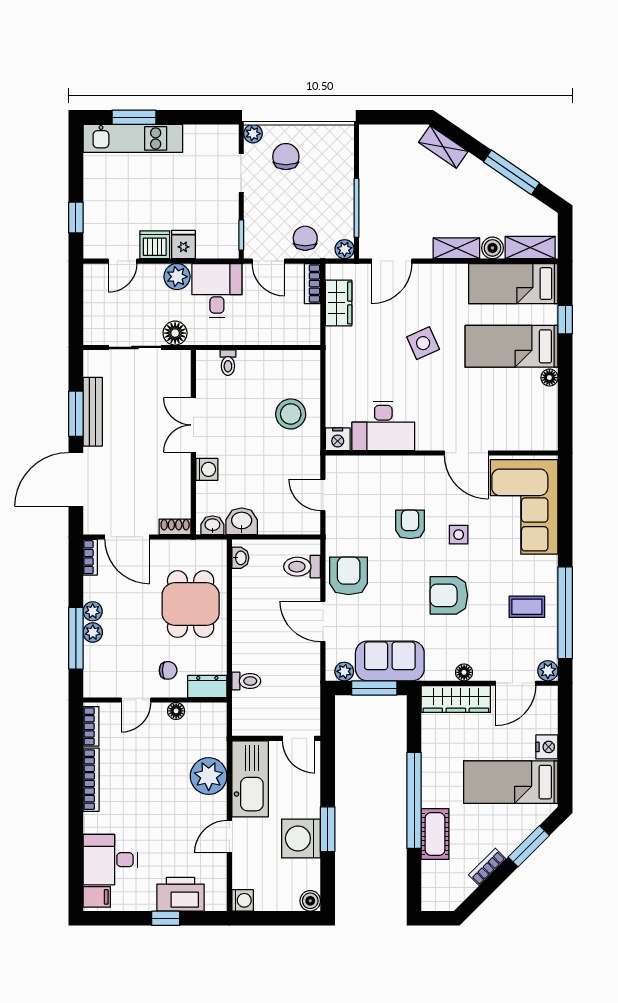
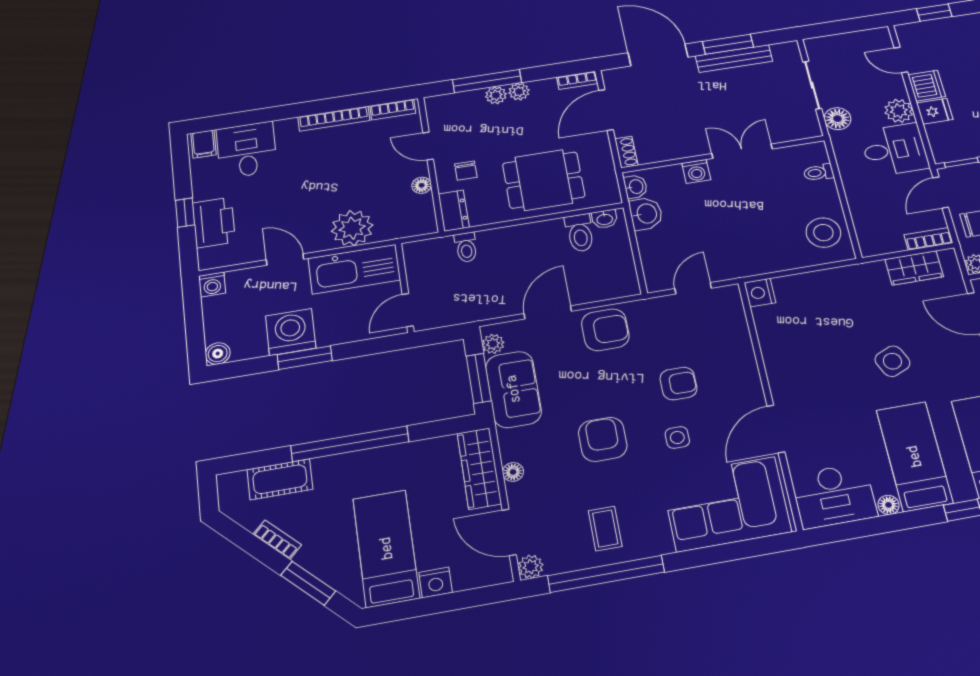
stool: (291, 414) -> (823, 233), moved
desk: (383, 426) -> (834, 496), moved, turned -90
toilet: (302, 567) -> (580, 233), moved, turned 180
cot: (435, 834) -> (280, 479), moved

